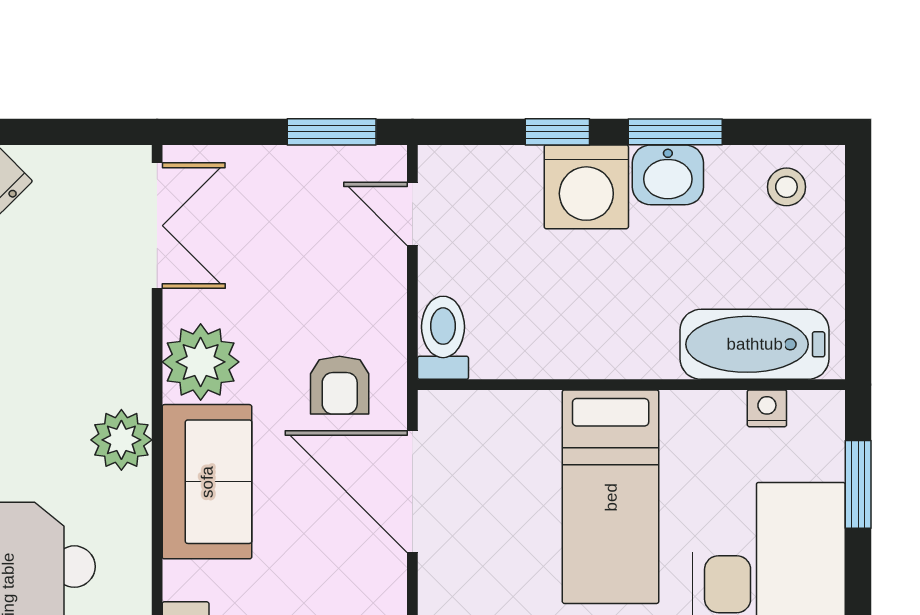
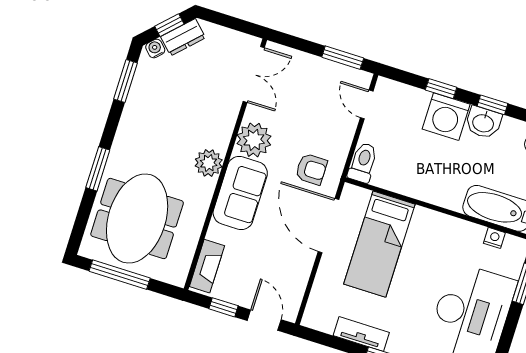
window: (675, 132) -> (492, 105), width x0.67
armchair: (340, 385) -> (311, 169), turned -90
bed: (611, 497) -> (379, 244), moved

